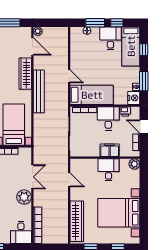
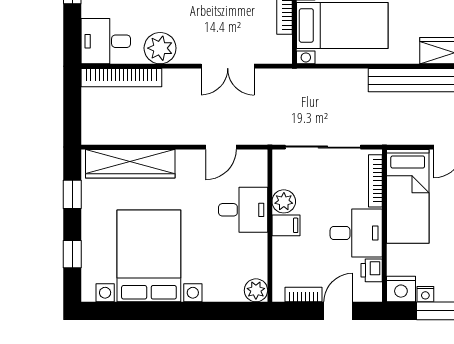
filing cabinet: (110, 150) -> (286, 225), width x0.50
plant: (94, 151) -> (284, 201), added
desk: (108, 170) -> (243, 210), moved
plant: (24, 197) -> (160, 48), moved

